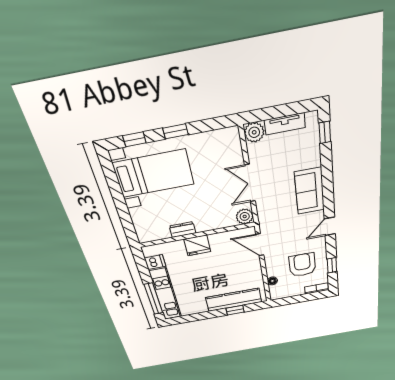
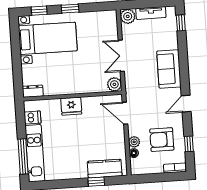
dresser: (183, 230) -> (33, 91), moved
armchair: (302, 265) -> (162, 140), turned -90
plant: (272, 271) -> (134, 142), added
kitchen counter: (234, 300) -> (105, 169), width x0.67

